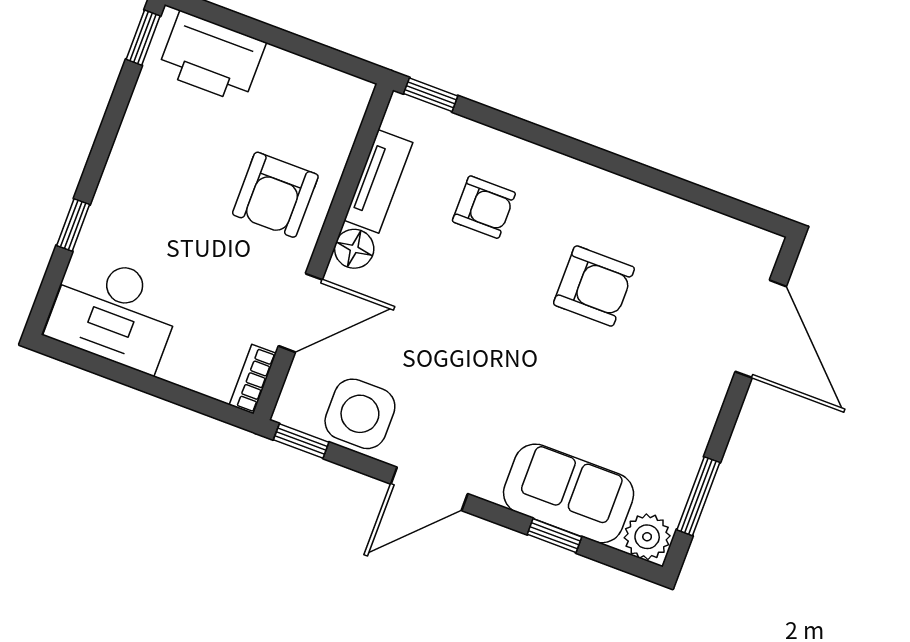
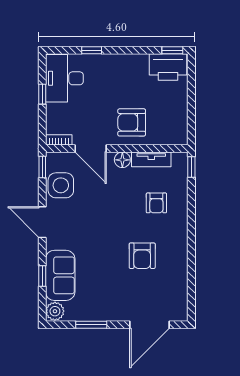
printer: (212, 57) -> (168, 67), moved, turned -90
window: (132, 378) -> (42, 94), added
window: (698, 496) -> (91, 325), moved

